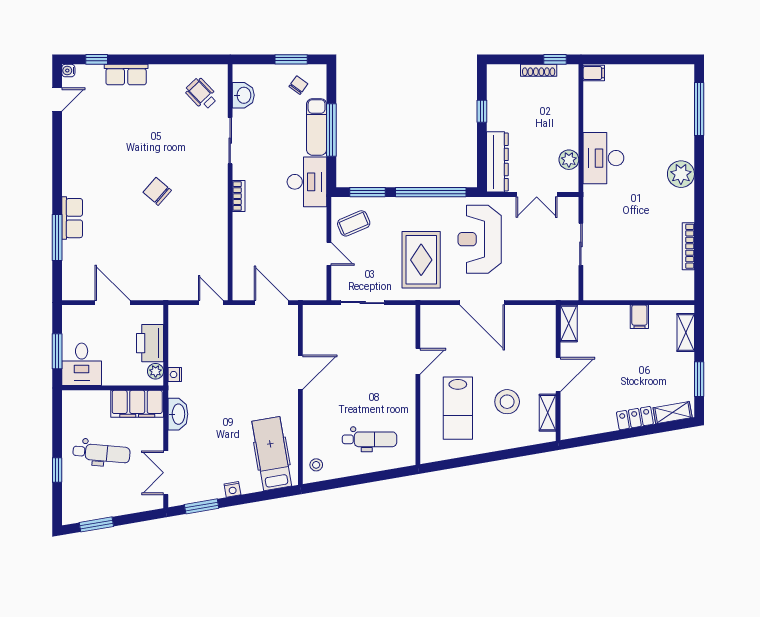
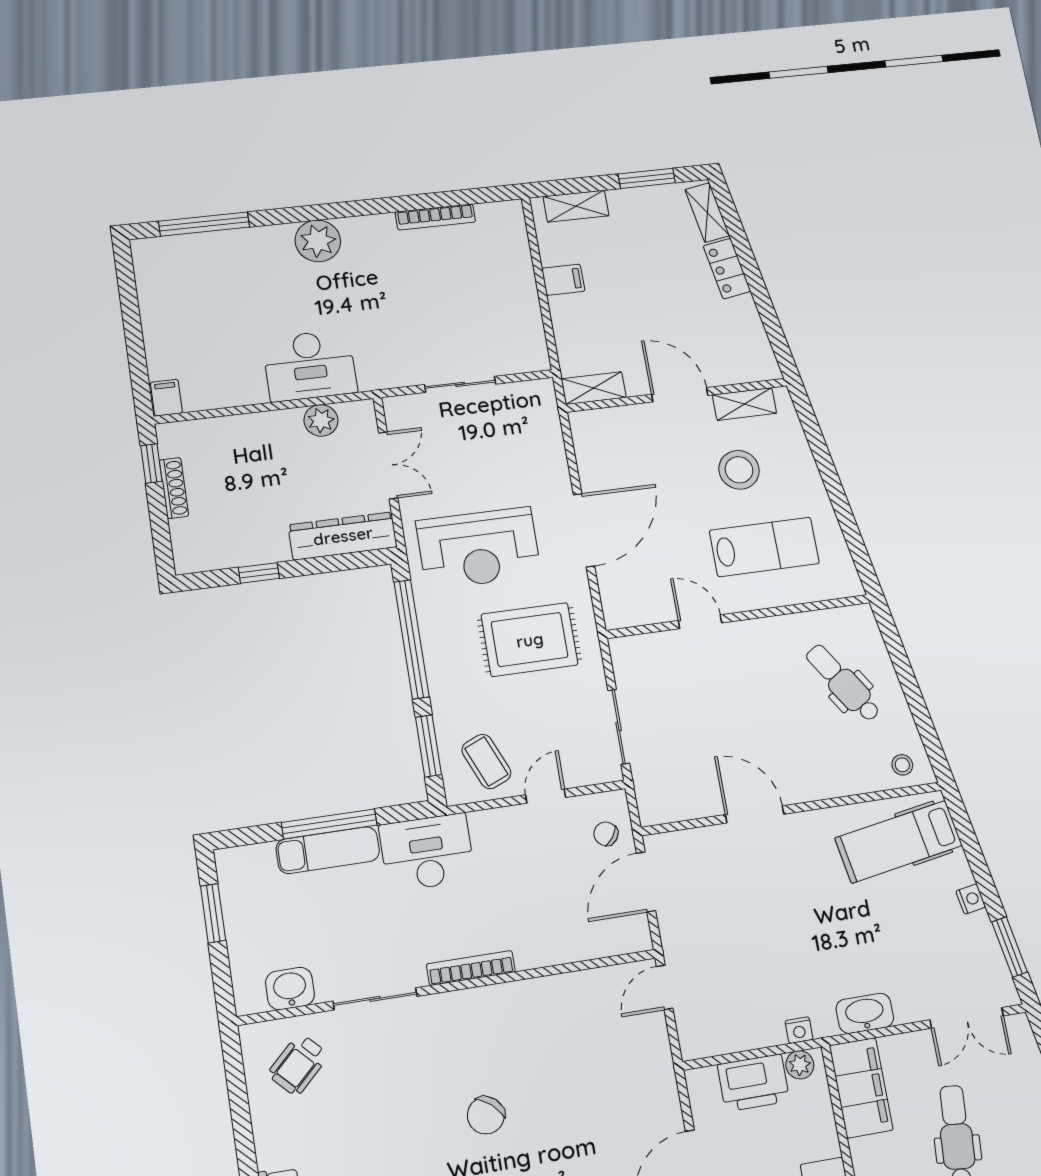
chair: (298, 85) -> (606, 834), moved
bookcase: (239, 196) -> (471, 968), width x1.56
dental chair: (369, 439) -> (843, 683), turned -33

